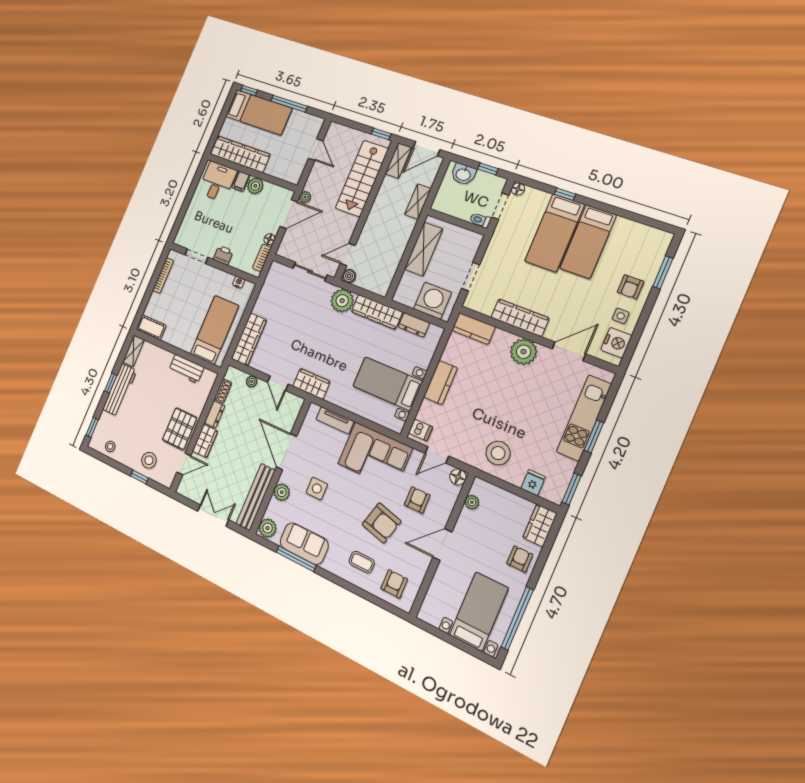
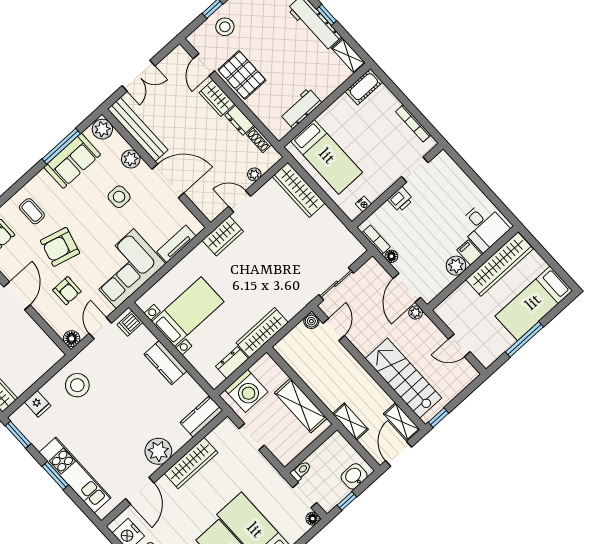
window: (249, 91) -> (564, 303), removed
plant: (342, 301) -> (290, 303), removed
plant: (472, 502) -> (44, 341), removed
coffee table: (362, 562) -> (32, 211), turned 90

